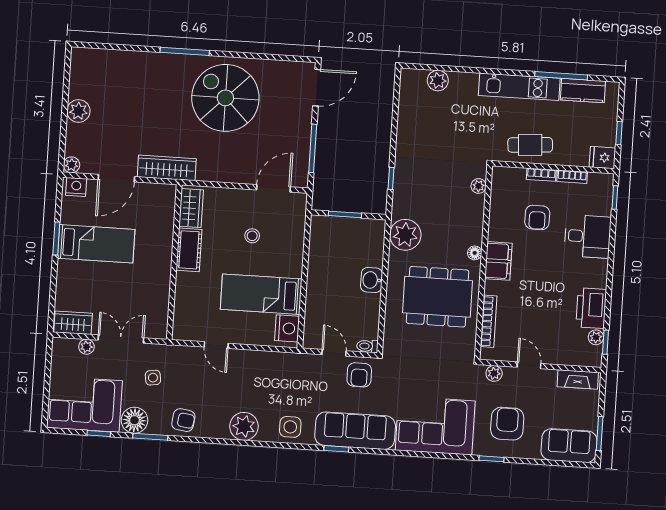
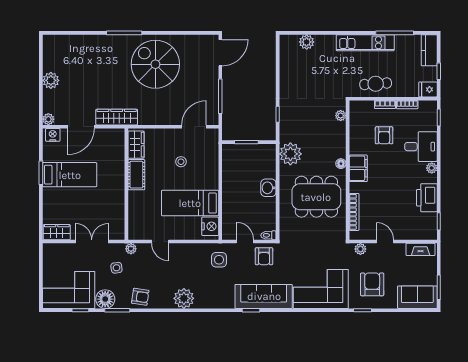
kitchen counter: (583, 90) -> (429, 50), moved, turned 90
plant: (596, 337) -> (432, 168), moved
plant: (86, 347) -> (131, 249), moved
side table: (290, 427) -> (219, 260), moved

